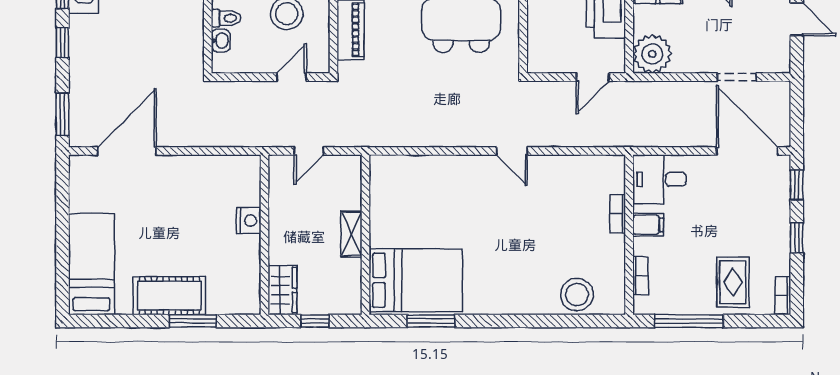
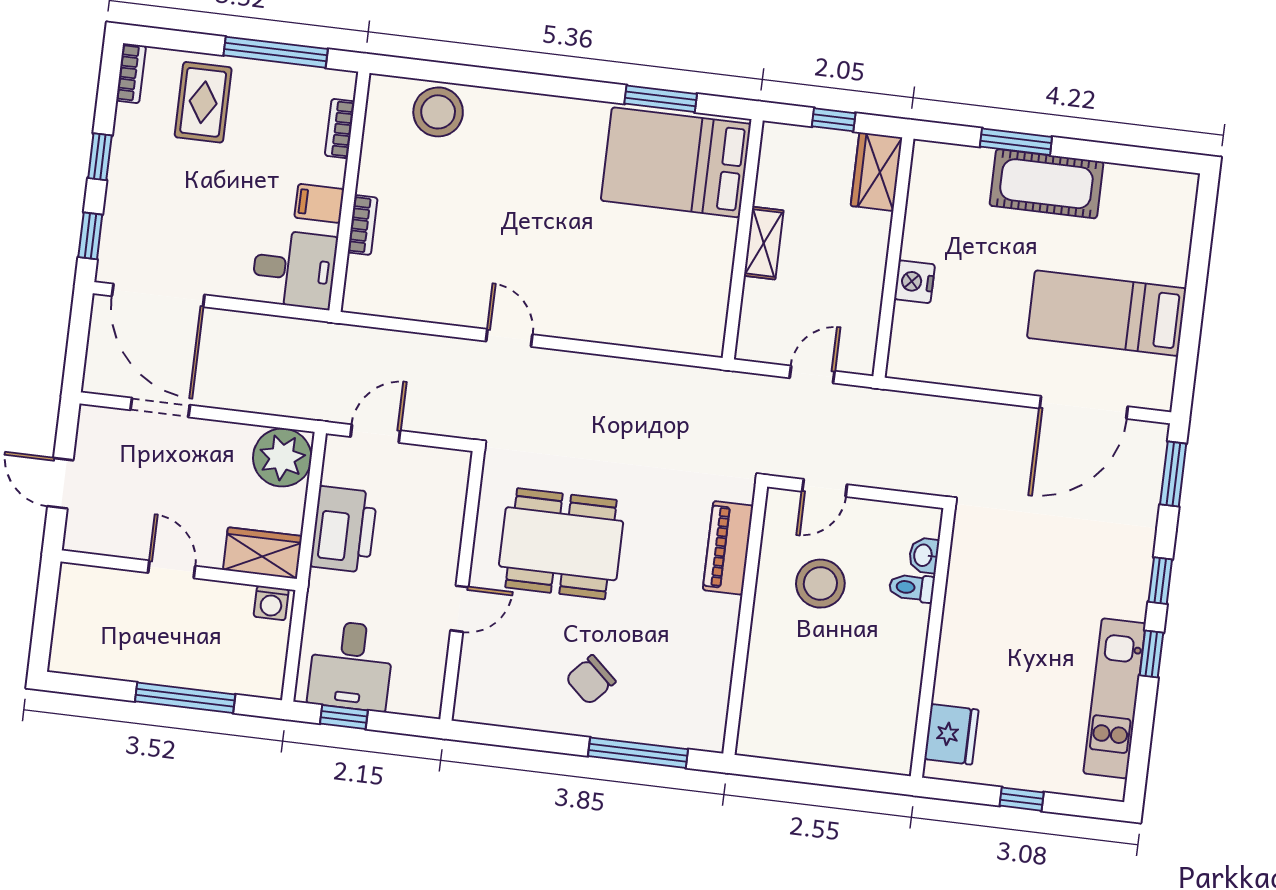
bed: (91, 264) -> (1107, 313), moved, turned 90

